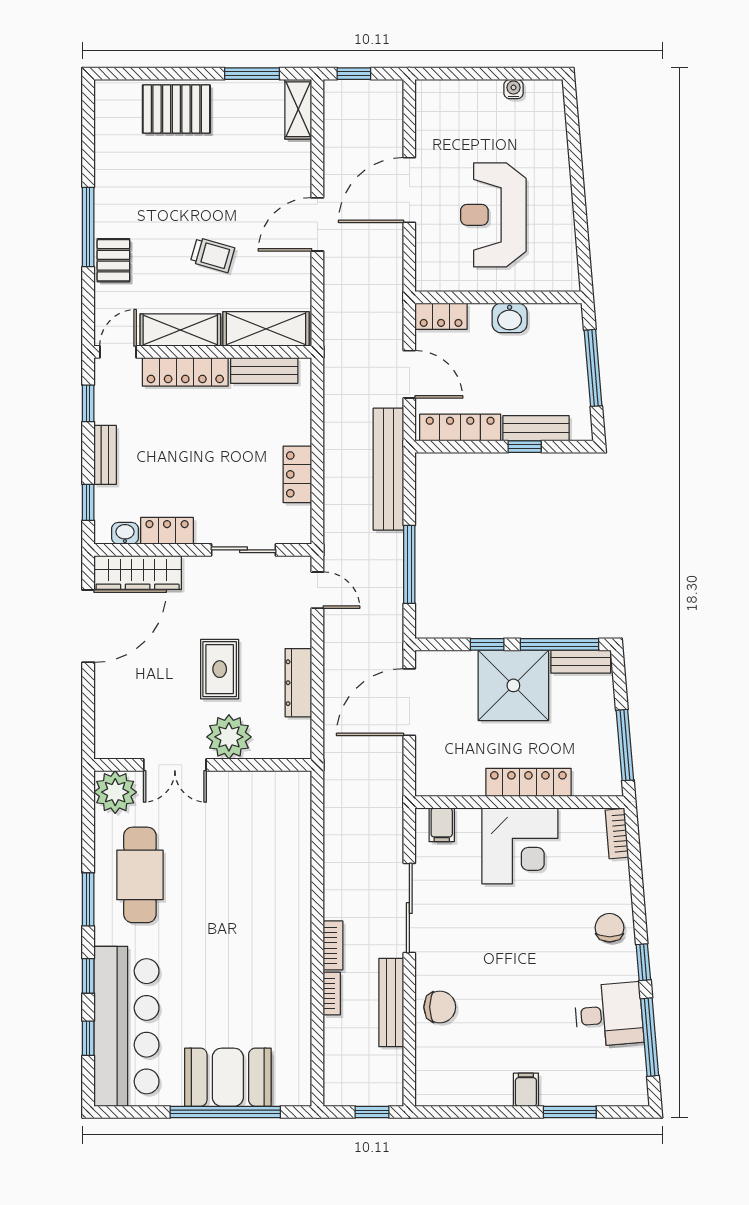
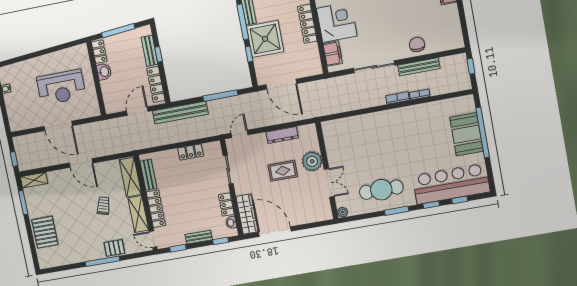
locker: (441, 316) -> (99, 52), moved
plant: (115, 792) -> (343, 212), width x0.53, depth x0.53
filing cabinet: (442, 825) -> (333, 54), width x2.00

